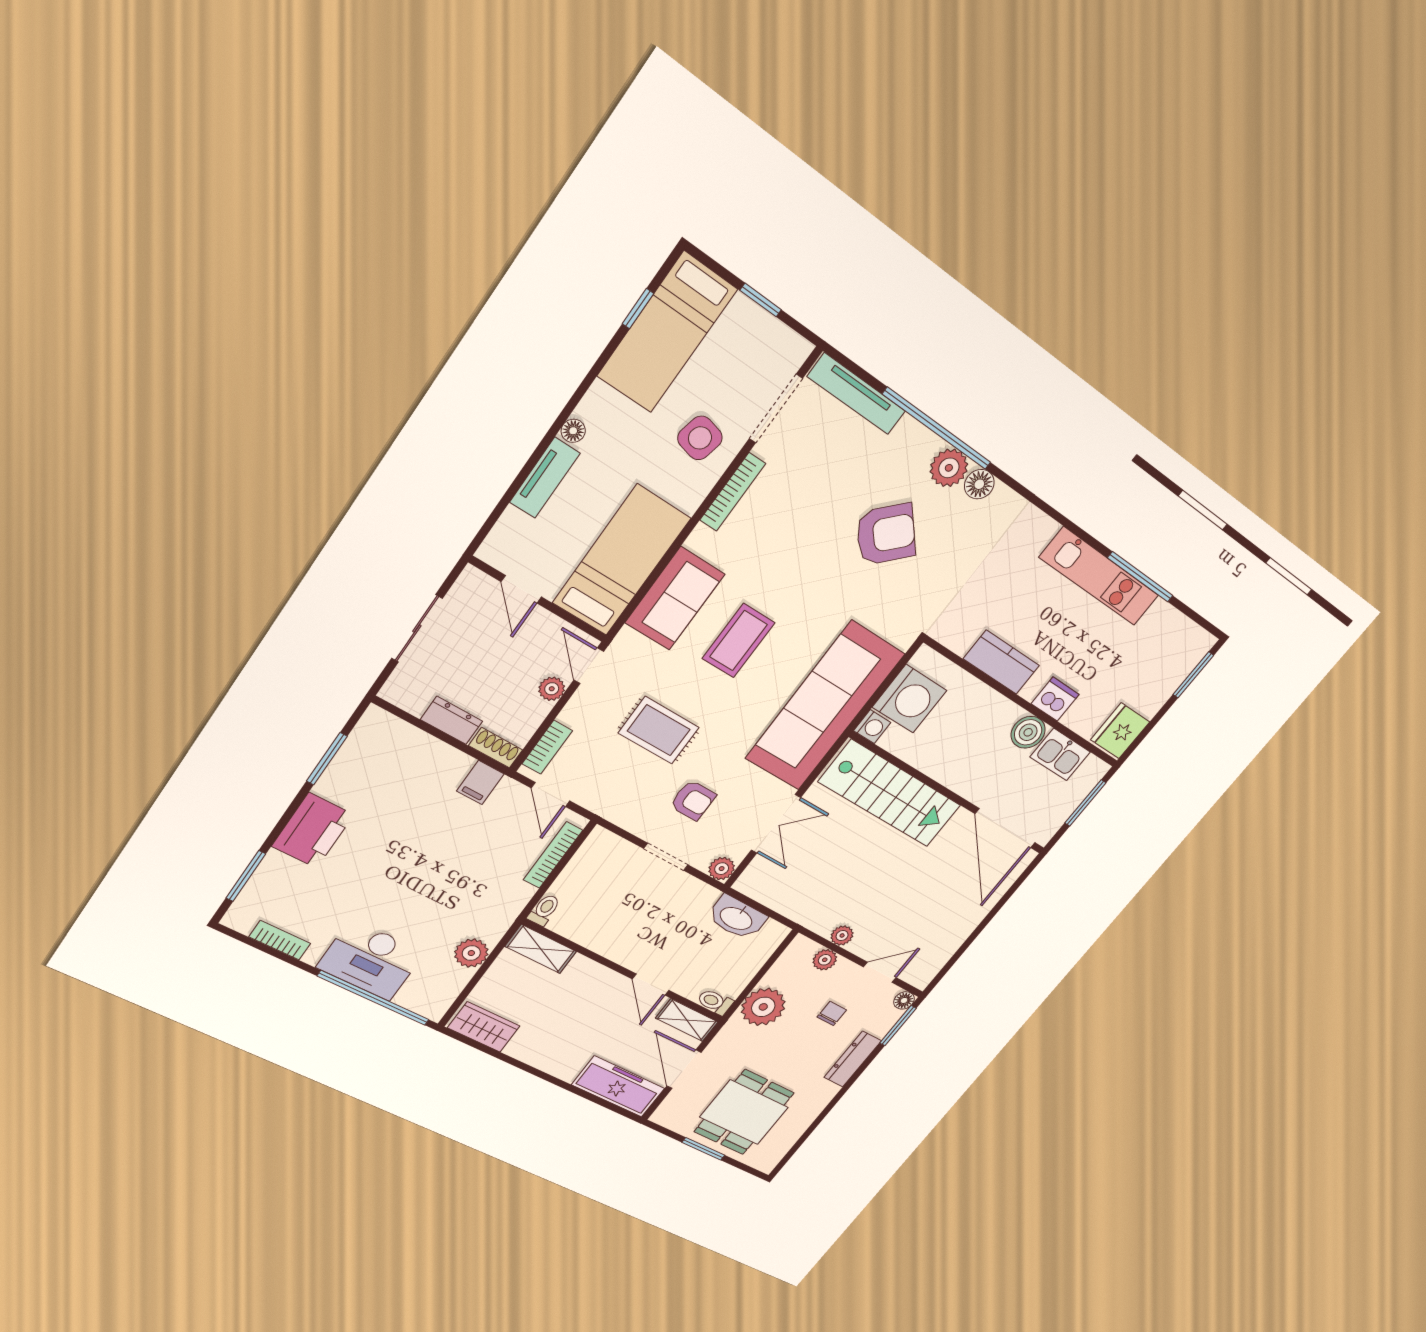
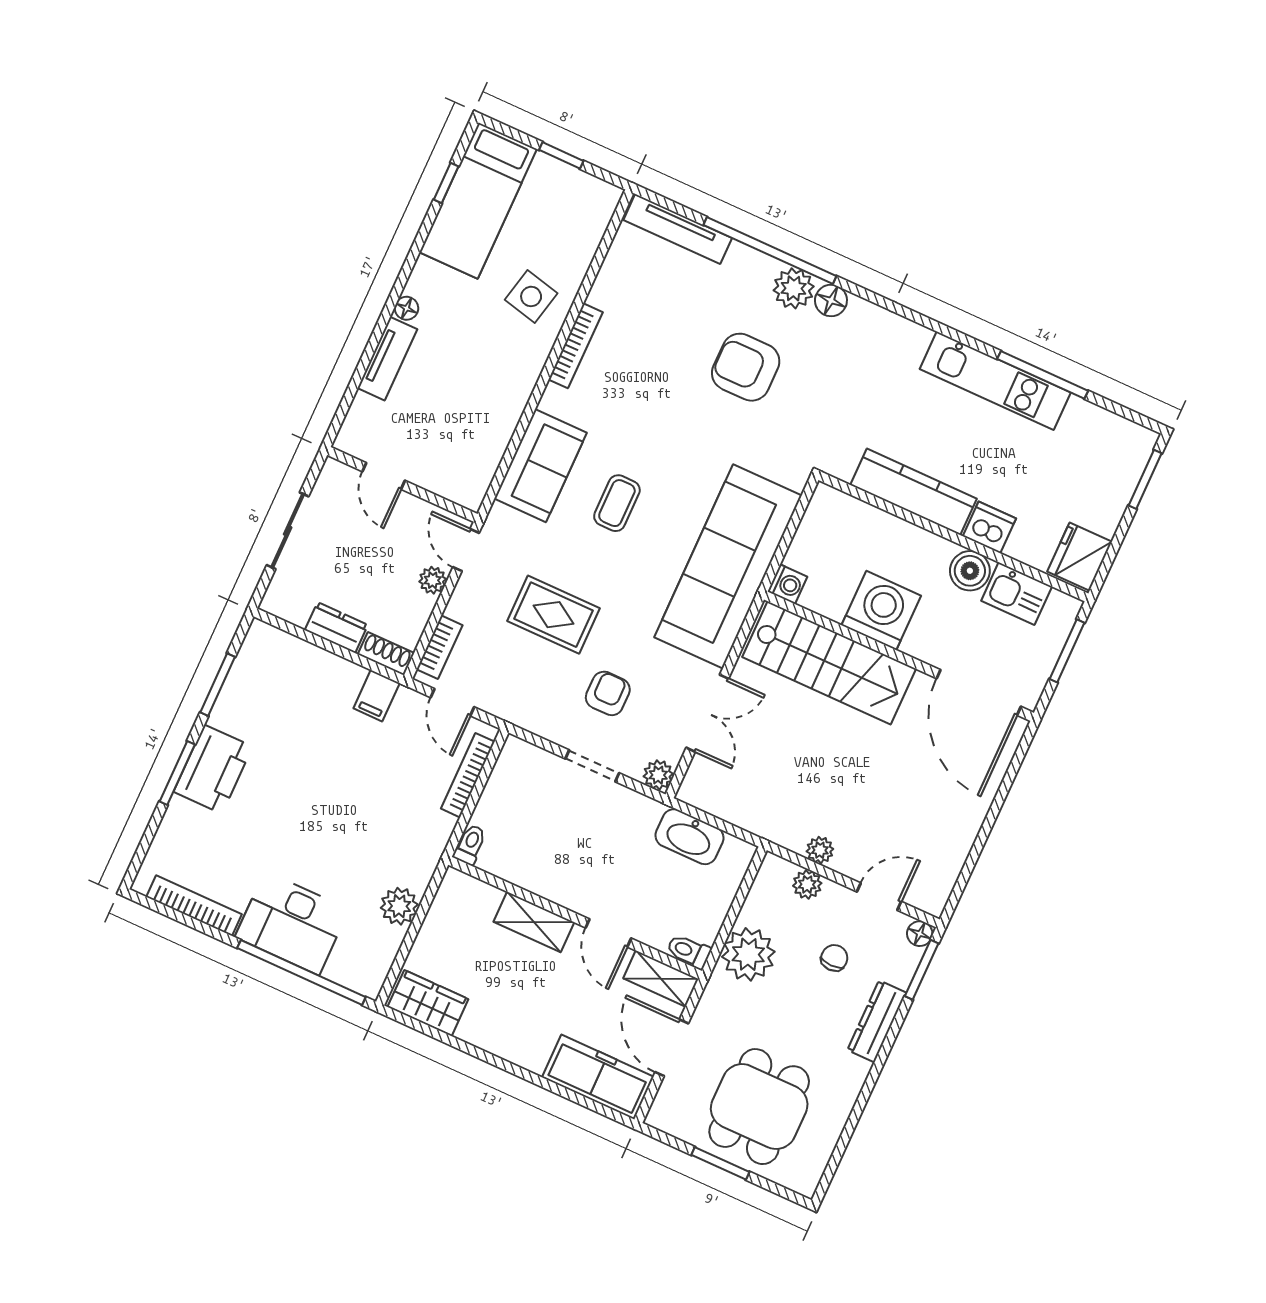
doorway: (776, 409) -> (600, 256), removed
armchair: (886, 534) -> (746, 367), turned -136
bed: (621, 561) -> (478, 432), removed
coffee table: (739, 641) -> (617, 503), width x0.73, depth x0.77
kitchen counter: (1001, 662) -> (913, 492), width x1.50
washing machine: (909, 699) -> (881, 610), moved, turned -90
armchair: (693, 800) -> (608, 693), turned -90
window: (246, 876) -> (177, 773), moved
bookcase: (280, 940) -> (194, 906), width x1.56
shelving: (541, 949) -> (534, 922), moved

